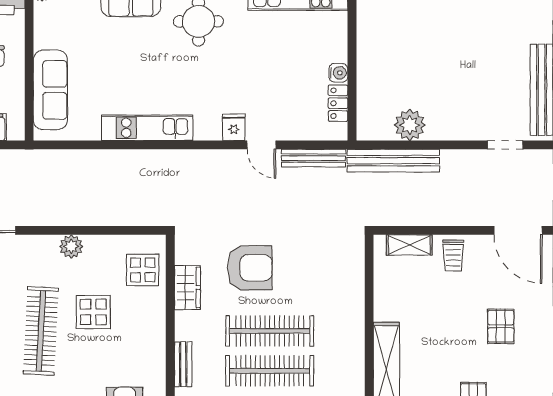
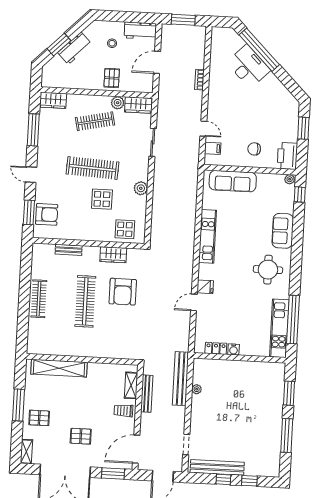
plant: (410, 125) -> (197, 389), width x0.53, depth x0.53
bench: (314, 158) -> (147, 394), moved
clothes rail: (270, 371) -> (62, 300), removed

